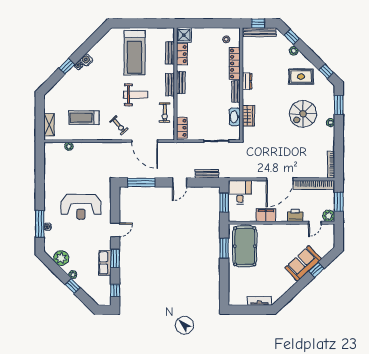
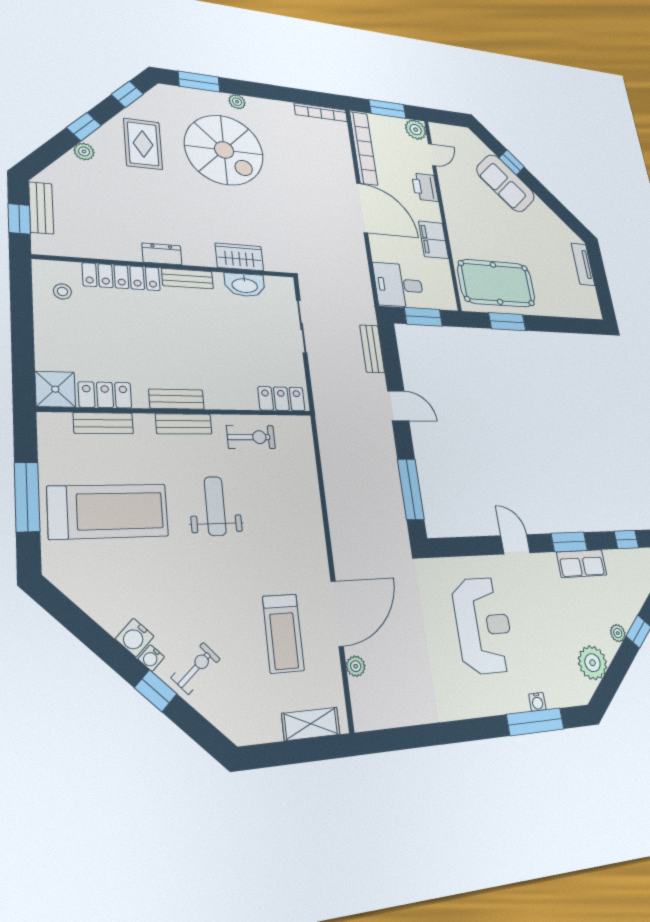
window: (141, 23) -> (27, 497), added
bench: (260, 32) -> (41, 208), width x0.73
window: (292, 37) -> (84, 127), moved
spiral stairs: (303, 114) -> (224, 150), width x1.37, depth x1.37
exercise bike: (119, 125) -> (196, 668), moved
door: (145, 141) -> (337, 613), moved
door: (315, 223) -> (432, 155), hinge flipped

